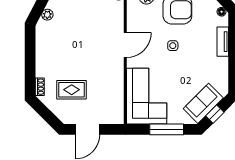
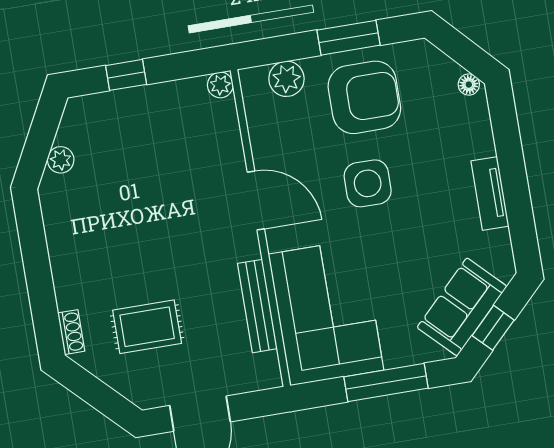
tv unit: (223, 42) -> (490, 193), moved
door: (125, 45) -> (256, 200), hinge flipped
side table: (173, 46) -> (368, 183), width x1.87, depth x1.87
bench: (119, 89) -> (257, 306), added

